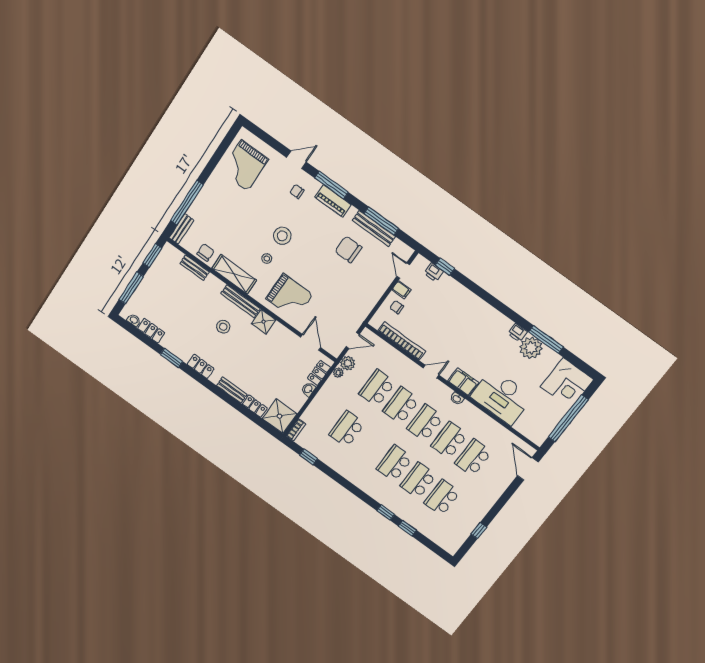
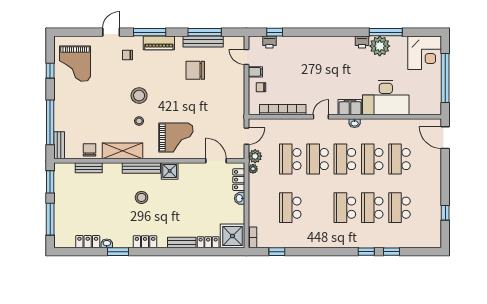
window: (218, 156) -> (50, 71), added
washbasin: (134, 320) -> (107, 243), moved

